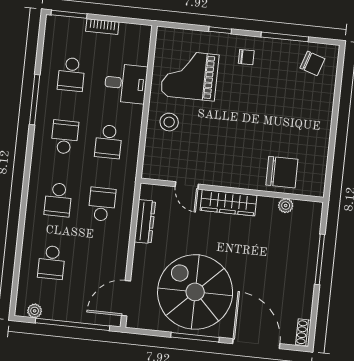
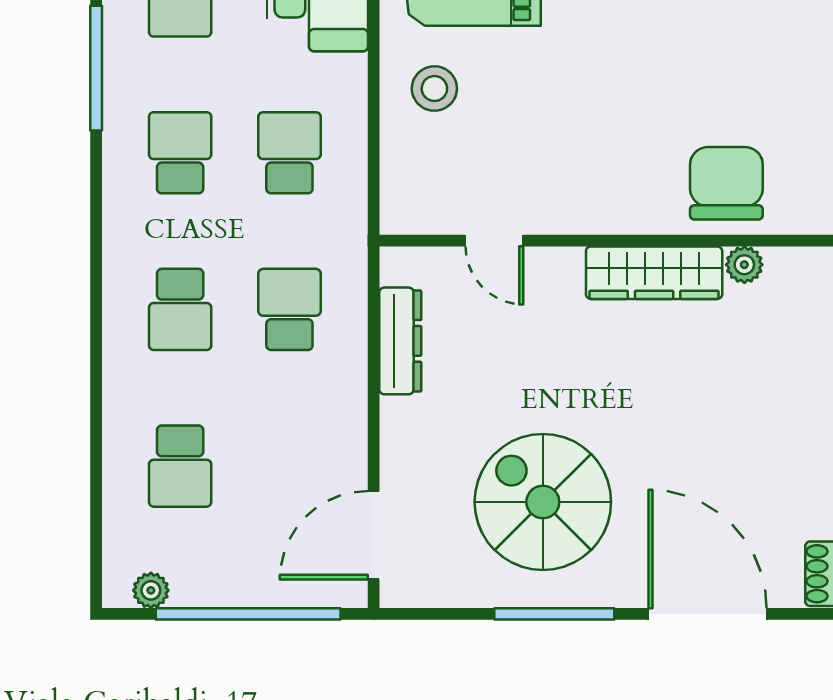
school desk: (108, 142) -> (289, 153), turned 180
chair: (282, 172) -> (726, 183), turned -90
wardrobe: (228, 203) -> (654, 273), moved
spiral stairs: (195, 292) -> (543, 502), width x0.73, depth x0.73

